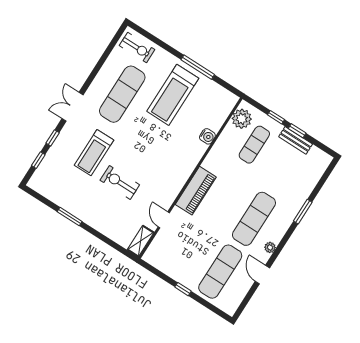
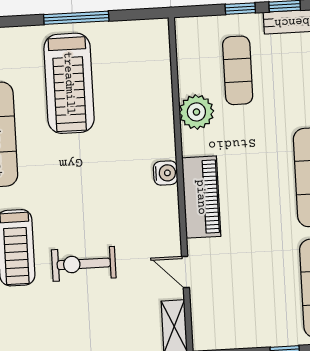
plant: (242, 119) -> (196, 112), moved
water cooler: (207, 136) -> (165, 173), moved

